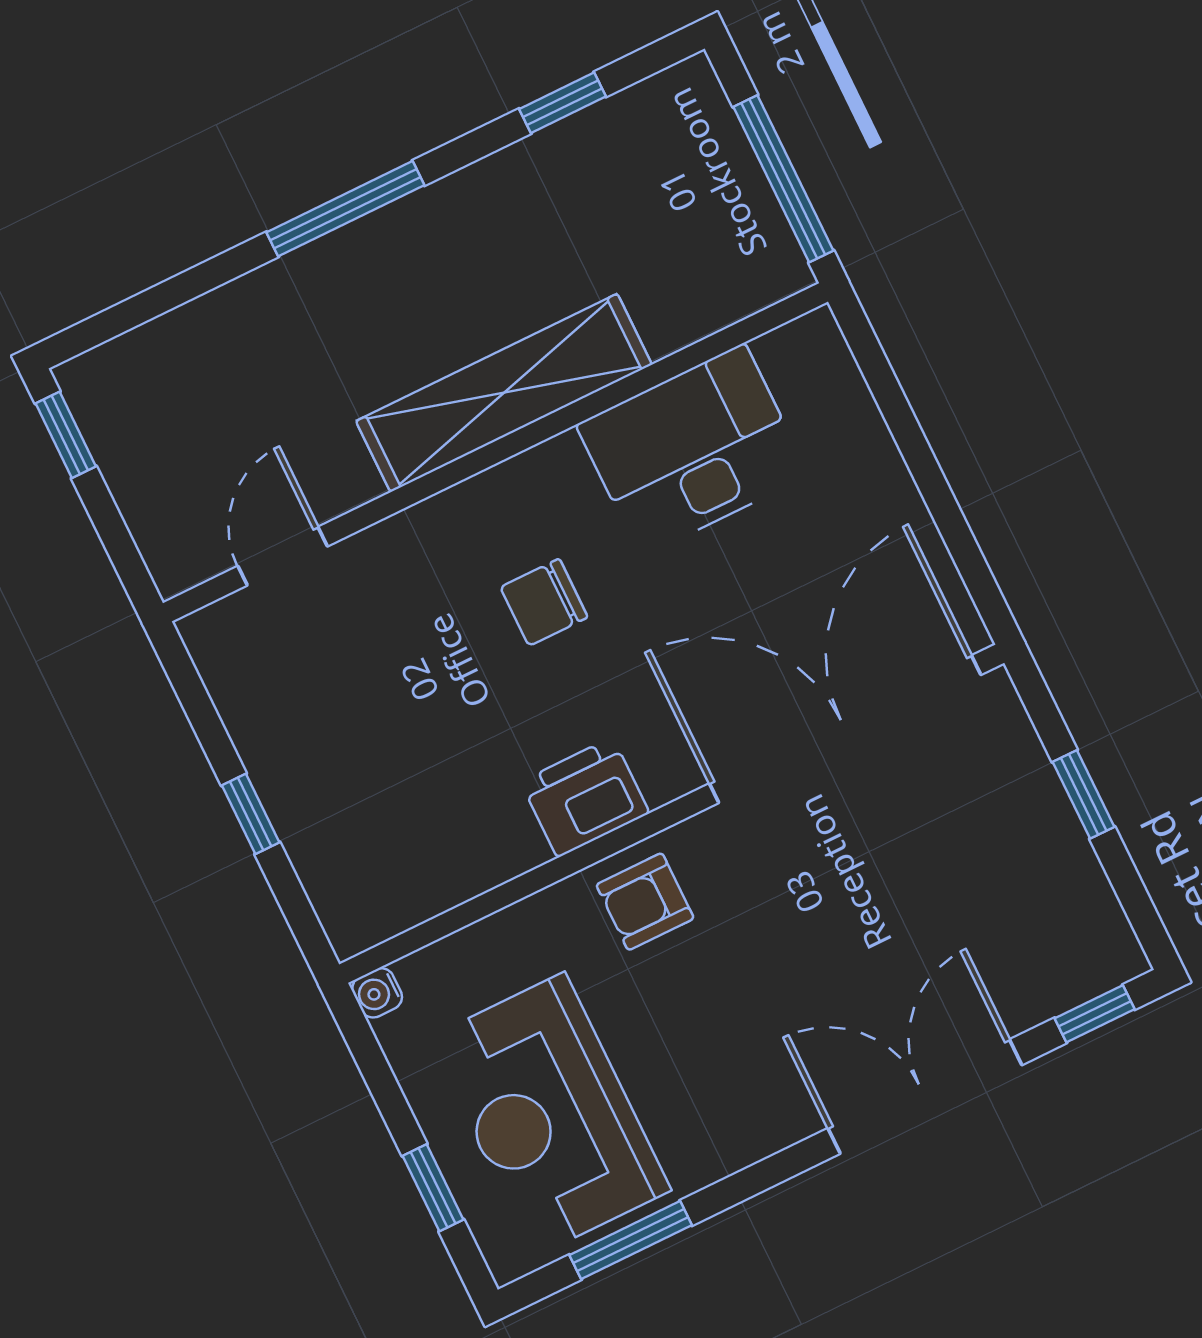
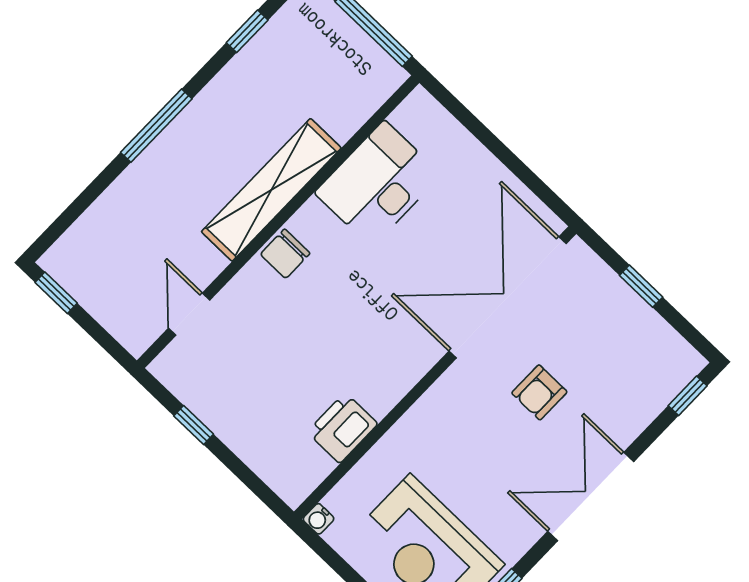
chair: (544, 602) -> (285, 254), moved
printer: (585, 797) -> (342, 428), moved
window: (251, 814) -> (194, 425), moved
armchair: (645, 902) -> (539, 392), moved
double door: (925, 1097) -> (591, 497), moved

